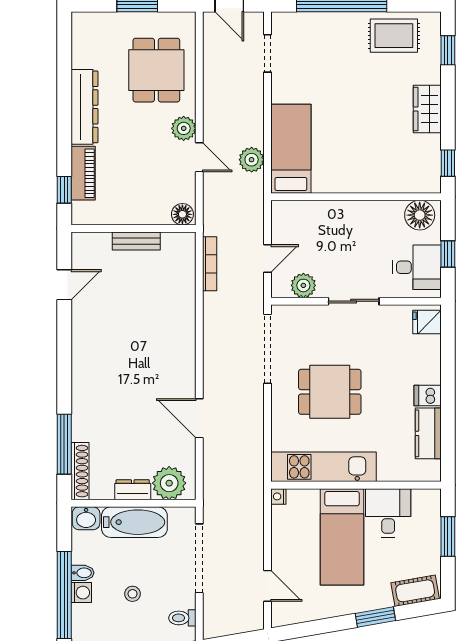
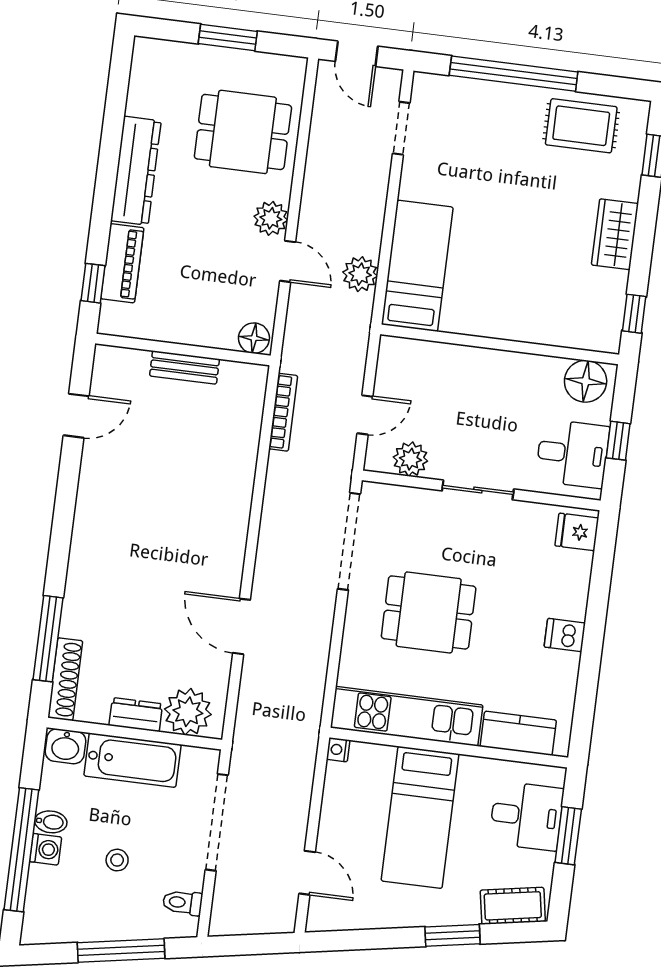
dining table: (156, 70) -> (243, 132), turned 90
kitchen counter: (428, 433) -> (518, 733), moved, turned 90
desk: (388, 513) -> (526, 816), moved, turned 90

